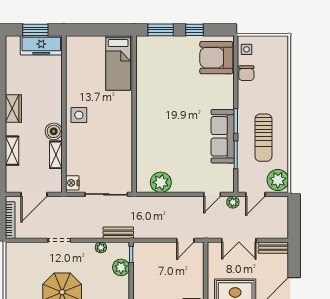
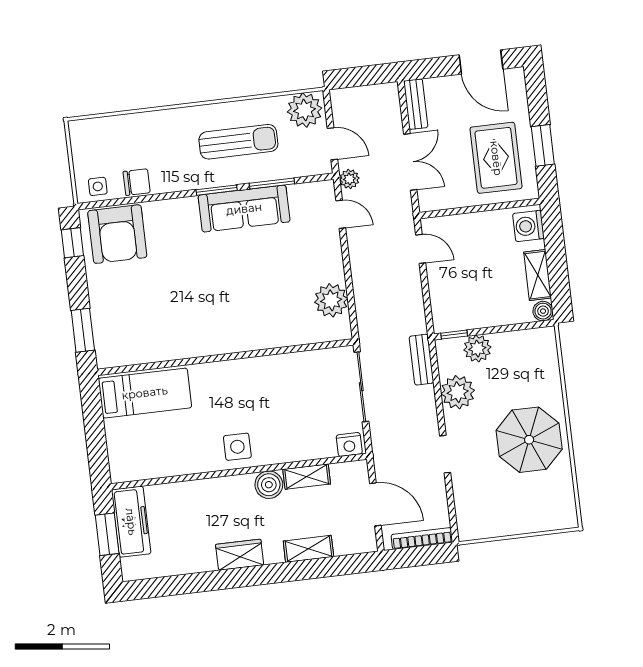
window: (195, 30) -> (72, 243), moved
plant: (101, 247) -> (458, 392), width x1.88, depth x1.88

